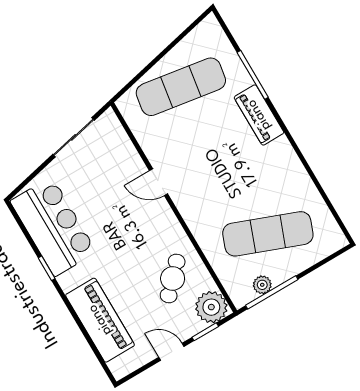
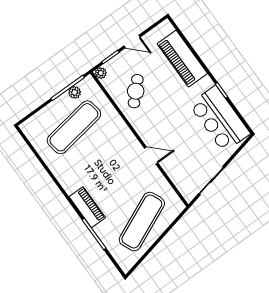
exercise mat: (181, 87) -> (142, 222), turned -33
exercise mat: (268, 234) -> (74, 127), turned -30
plant: (211, 307) -> (101, 73), width x0.53, depth x0.53

